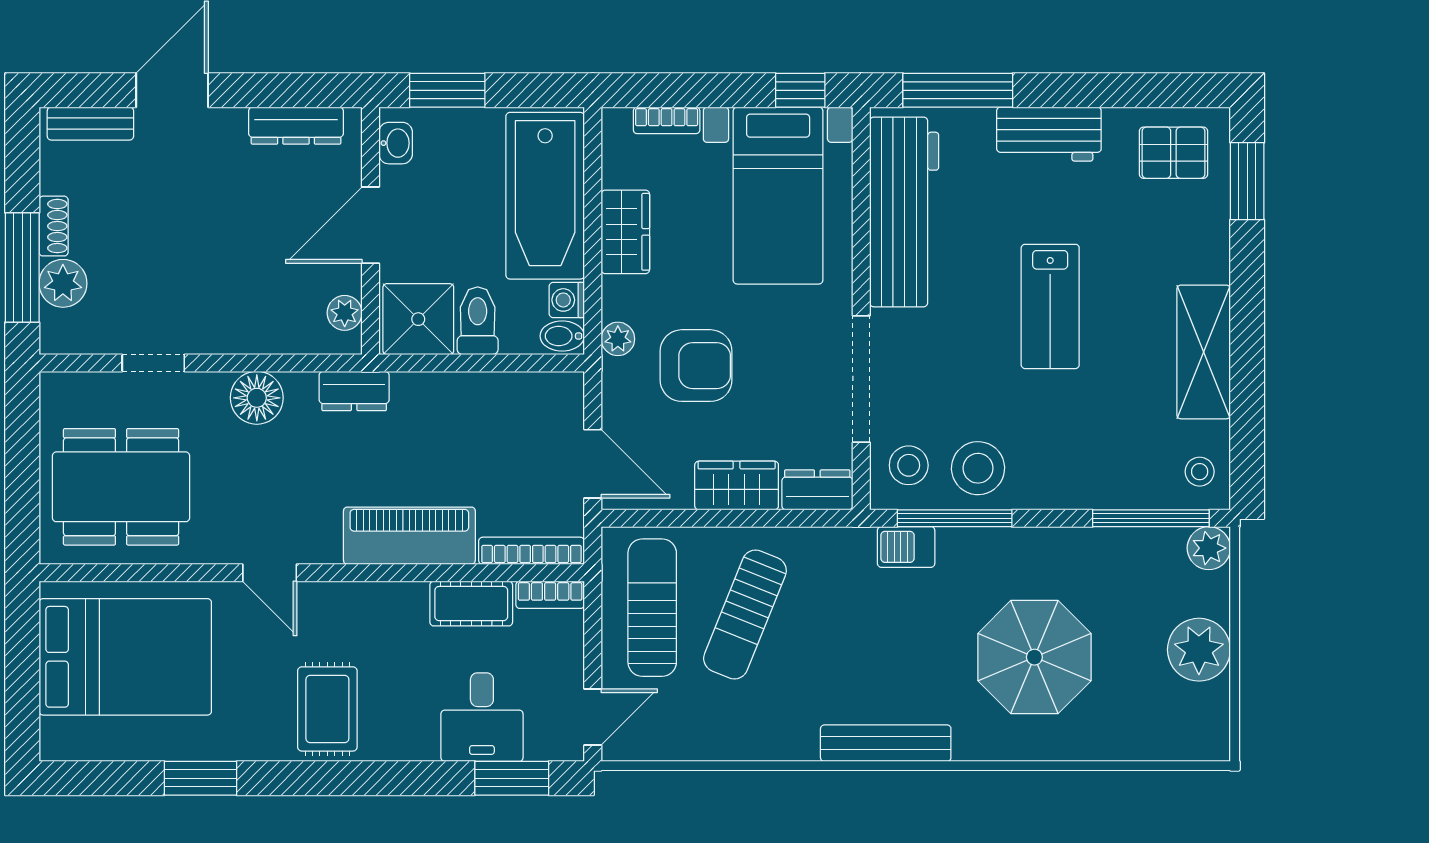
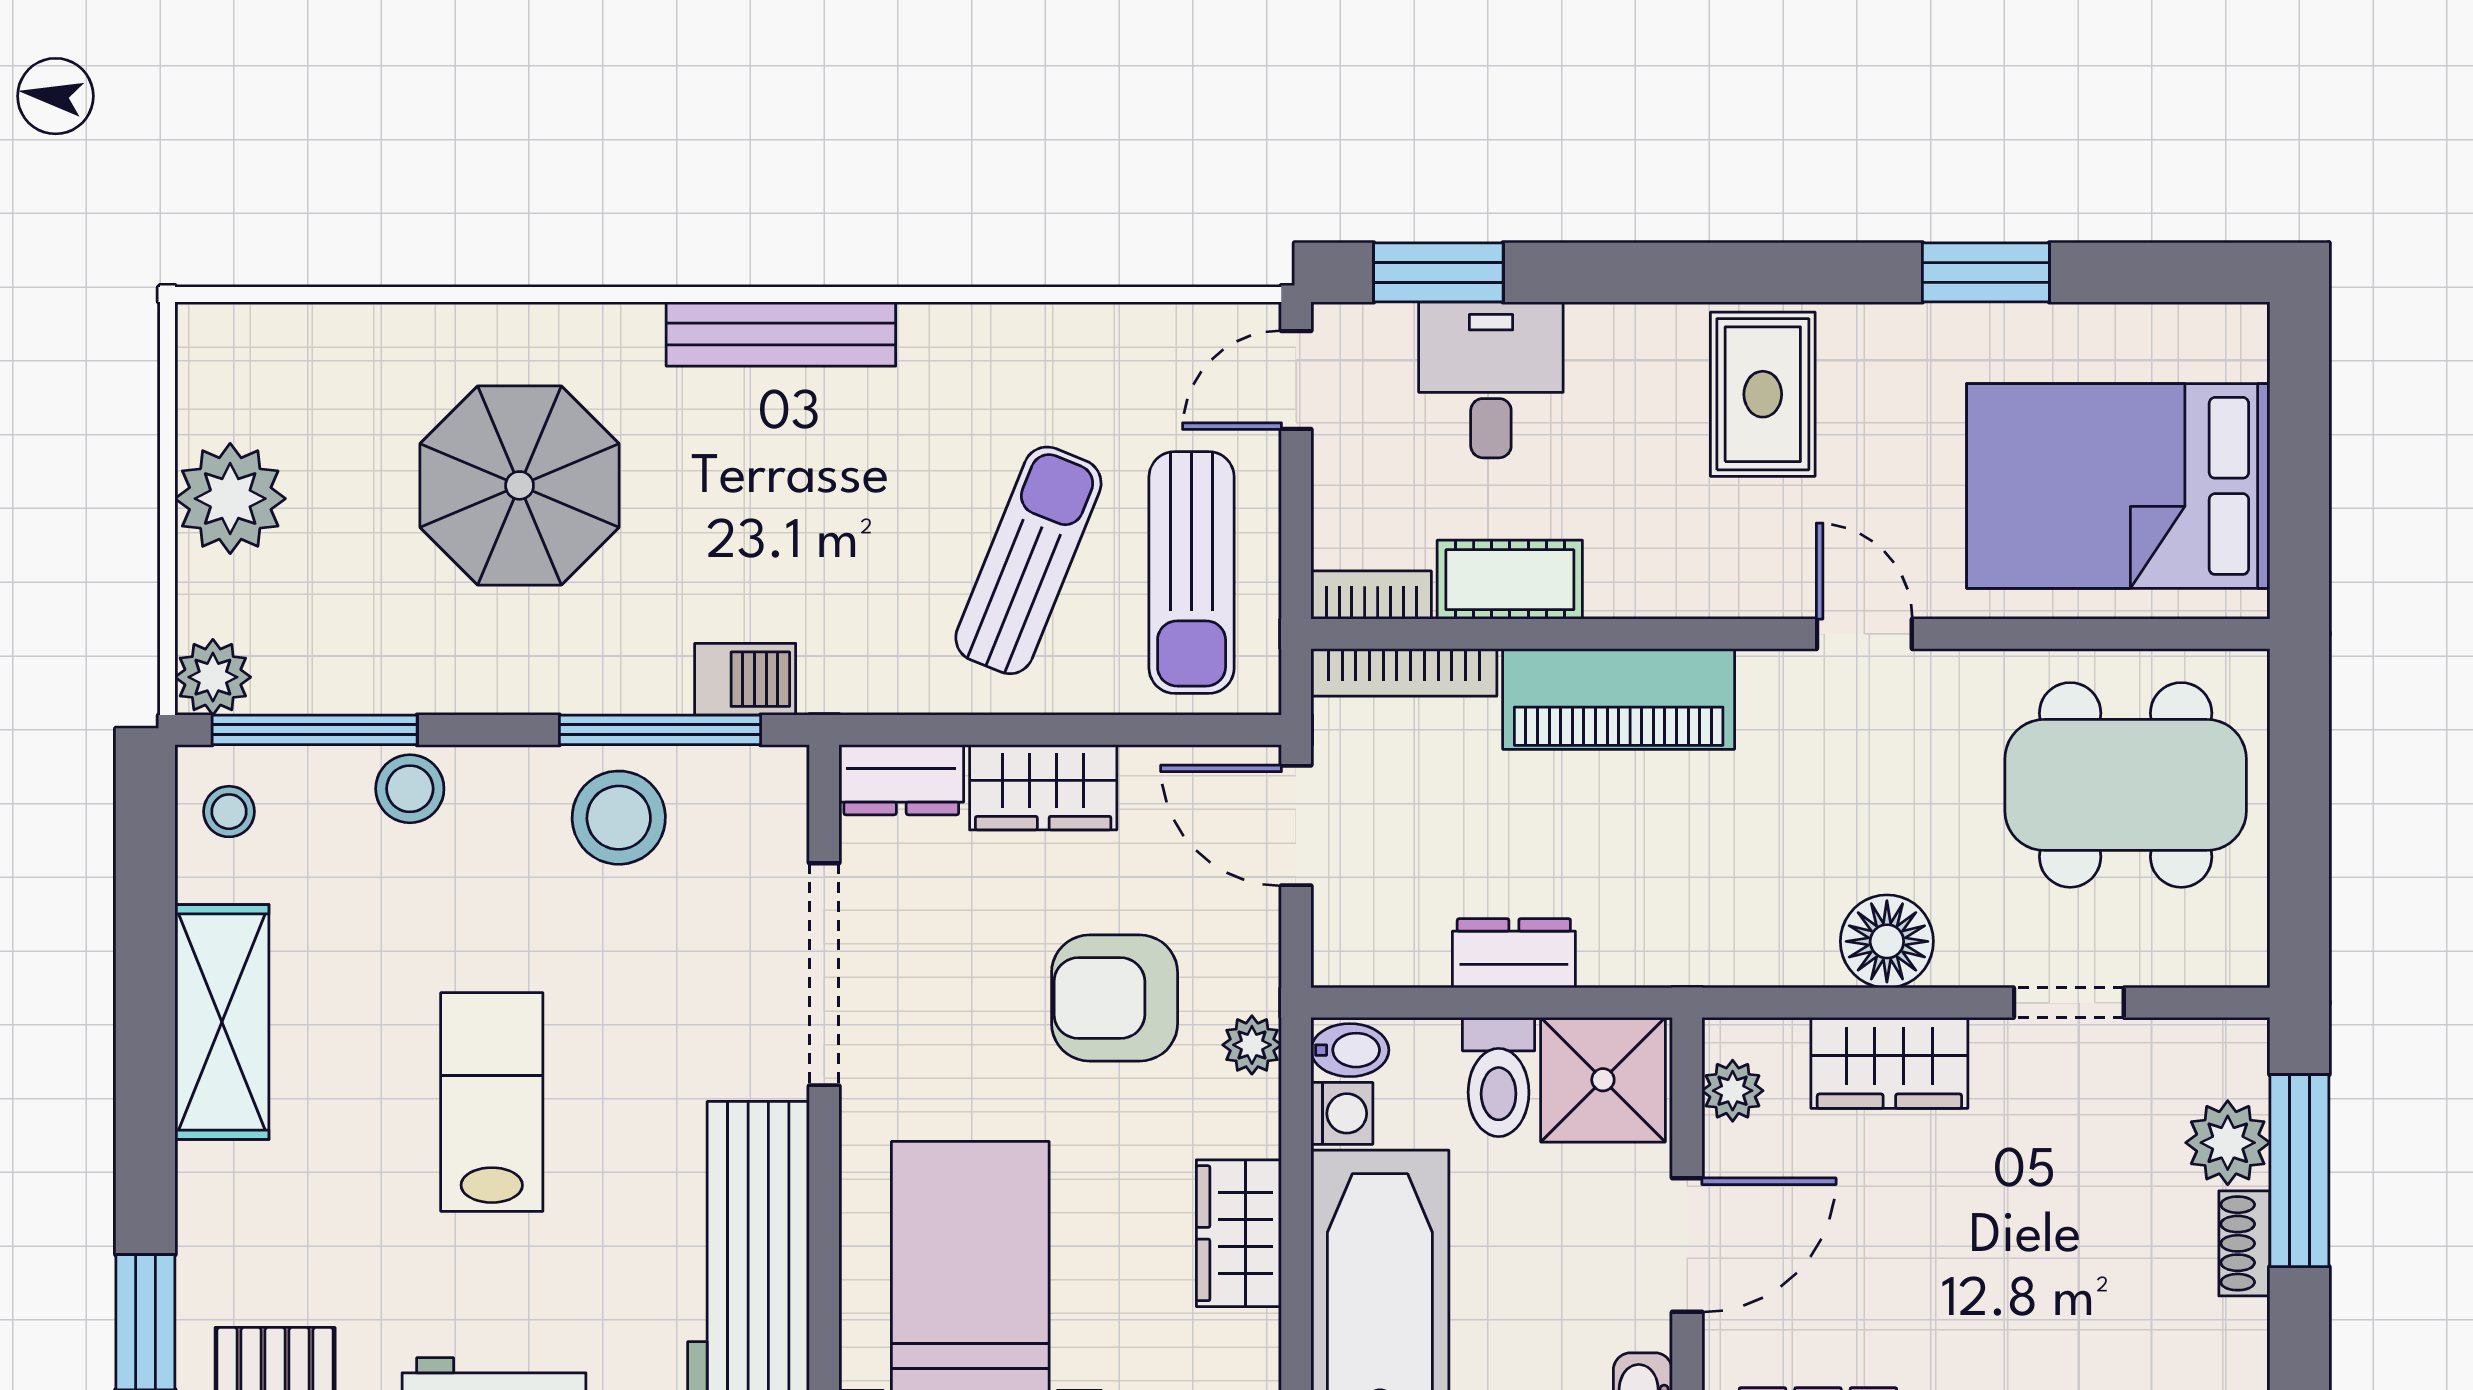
wardrobe: (255, 329) -> (1889, 1063), added
dresser: (354, 391) -> (1514, 953), moved
stool: (909, 465) -> (410, 789), moved

